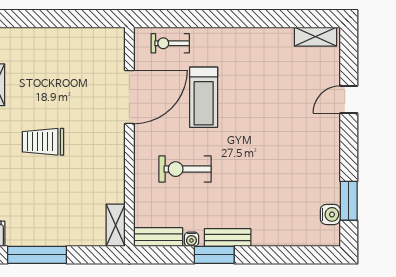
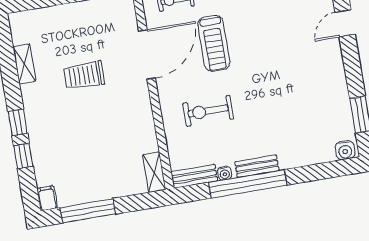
trolley: (43, 142) -> (84, 75), moved
water cooler: (330, 214) -> (345, 150), moved, turned 90
window: (214, 255) -> (248, 184), width x2.11

